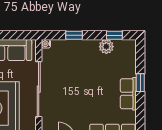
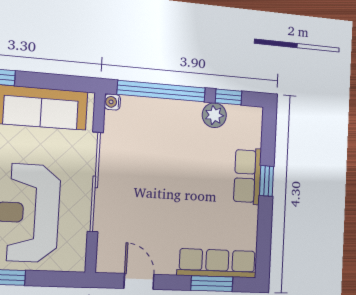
window: (74, 35) -> (162, 91), width x3.17
row of seats: (128, 94) -> (248, 176), moved

